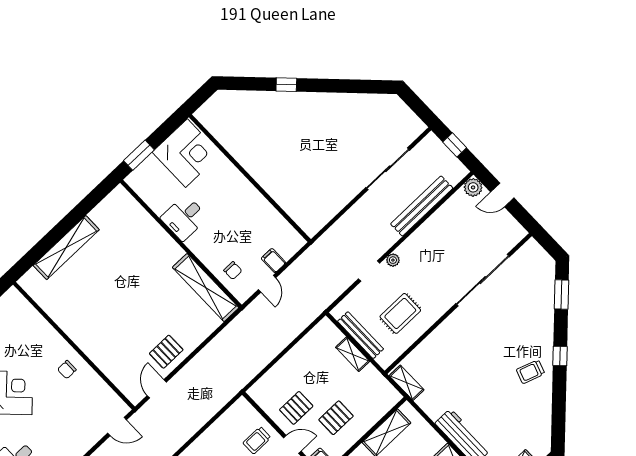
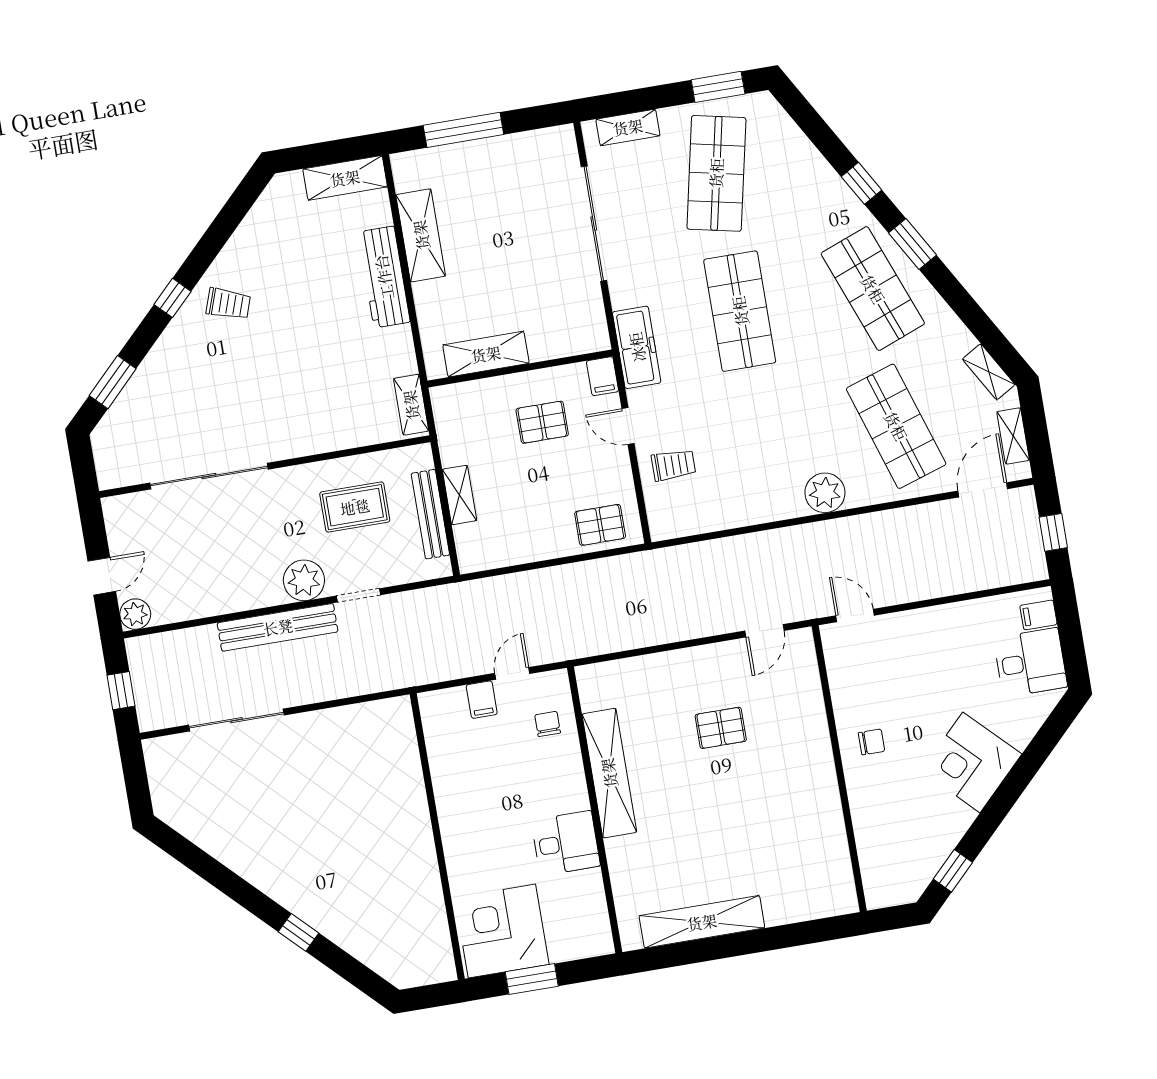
window: (139, 155) -> (532, 979), moved
door: (502, 195) -> (102, 576), hinge flipped
bench: (422, 206) -> (278, 627), moved
shelving: (66, 248) -> (702, 922), moved
plant: (393, 260) -> (304, 580), width x1.88, depth x1.88
shelving: (206, 288) -> (609, 773), moved
pallet: (166, 352) -> (721, 728), moved
pallet: (296, 408) -> (600, 525), moved

